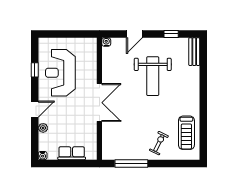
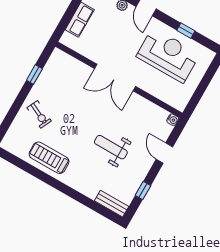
weight bench: (153, 76) -> (111, 147), width x0.73, depth x0.75
treadmill: (186, 133) -> (49, 158), moved
window: (131, 163) -> (34, 75), width x0.46

